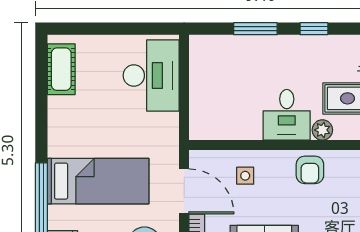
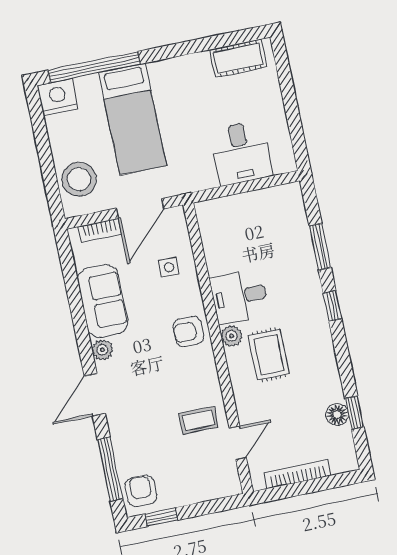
desk: (151, 75) -> (241, 153), width x0.73

